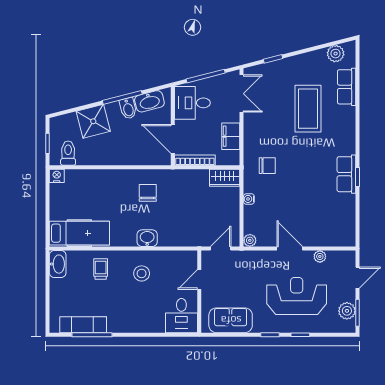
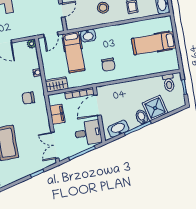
bidet: (128, 108) -> (142, 117), moved
door: (173, 139) -> (97, 105), swing flipped
nightstand: (57, 176) -> (174, 66), removed
hospital bed: (193, 219) -> (74, 52), added
hospital bed: (79, 233) -> (154, 43), moved
washbasin: (147, 238) -> (88, 36), moved

